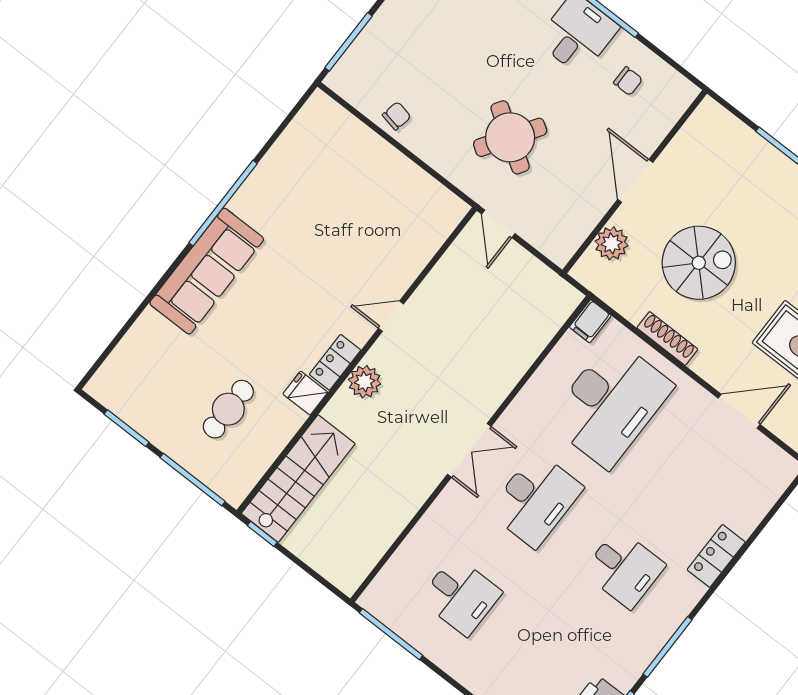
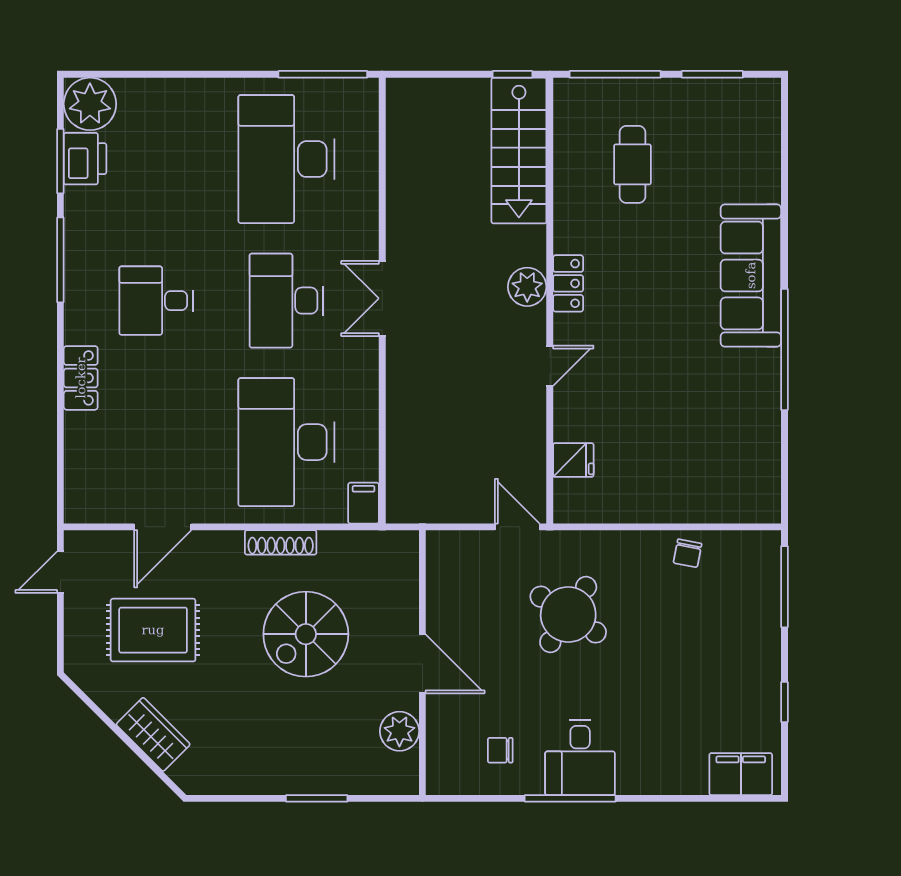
plant: (612, 243) -> (399, 731), moved
fridge: (305, 393) -> (573, 460), moved
desk: (461, 596) -> (286, 159), width x1.87, depth x1.30

